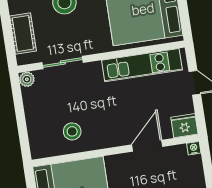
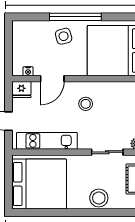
stool: (72, 131) -> (86, 104), moved
nightstand: (194, 148) -> (28, 71), moved

